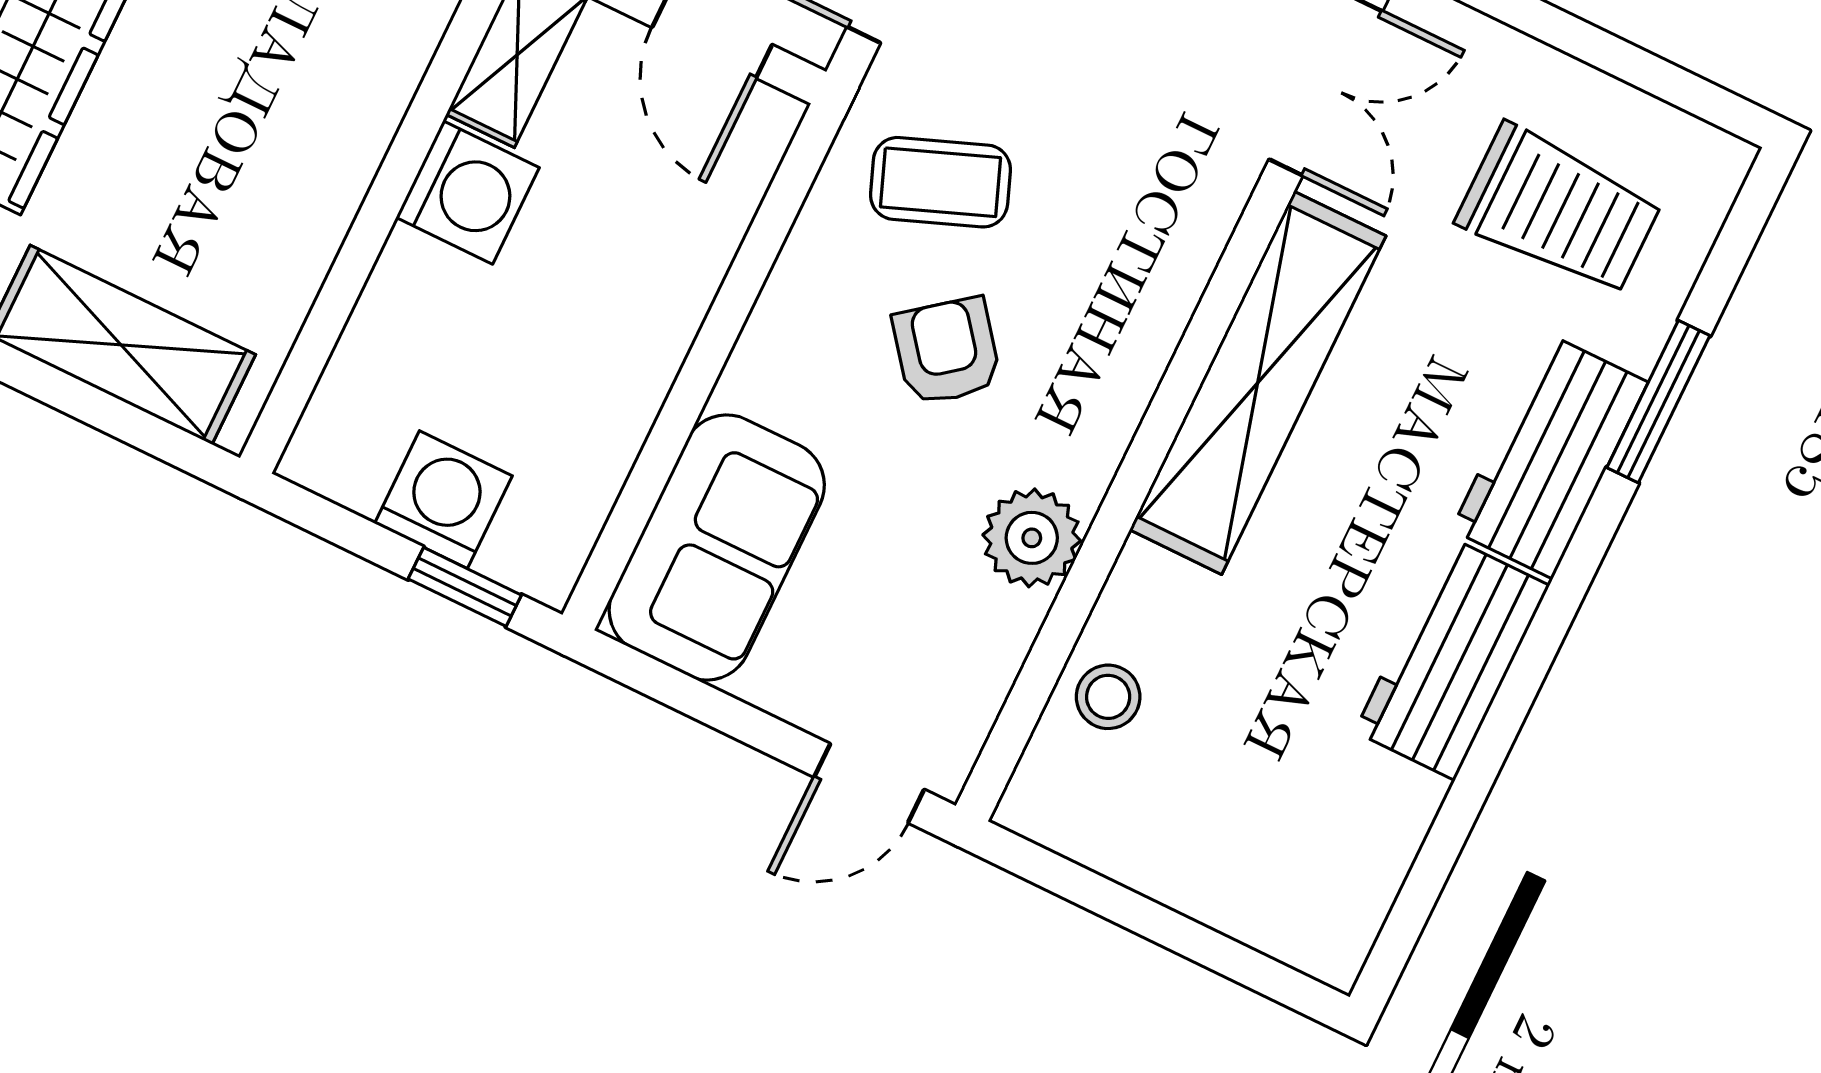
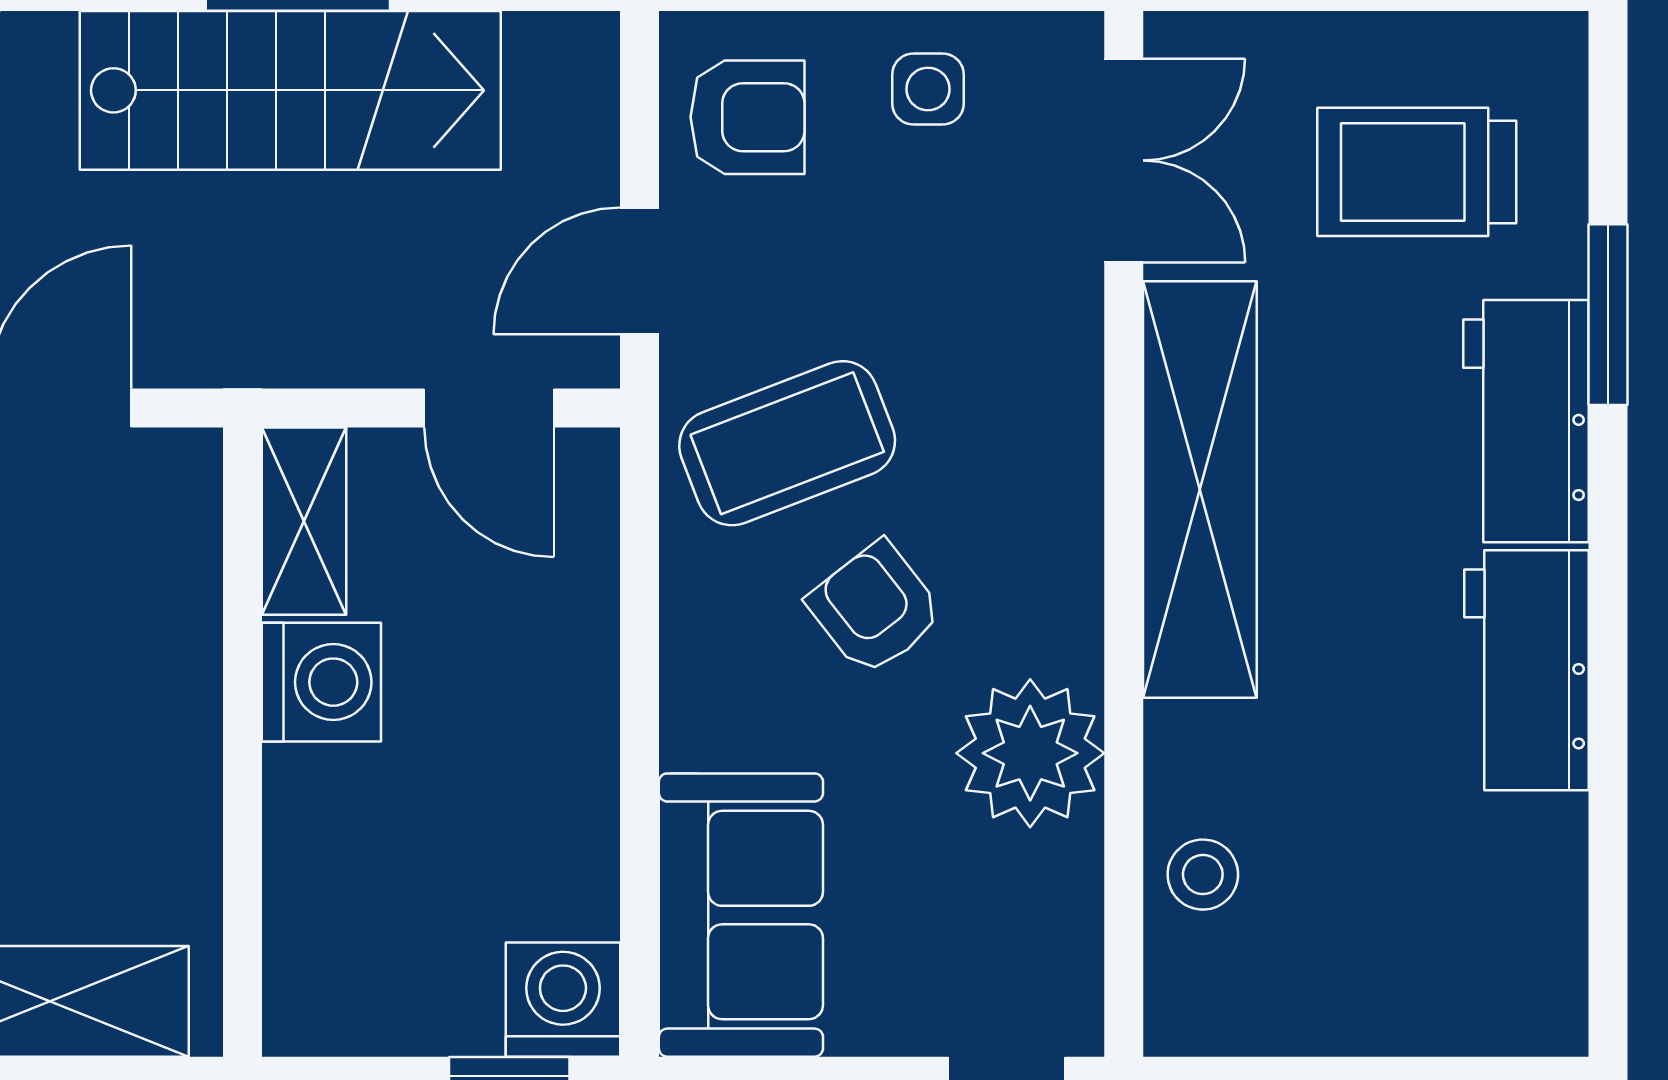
coffee table: (940, 182) -> (787, 443), width x1.36, depth x1.30
trolley: (1559, 210) -> (1417, 172), turned 180
washing machine: (443, 500) -> (563, 1000), moved
plant: (1032, 538) -> (1030, 753), width x1.36, depth x1.36

